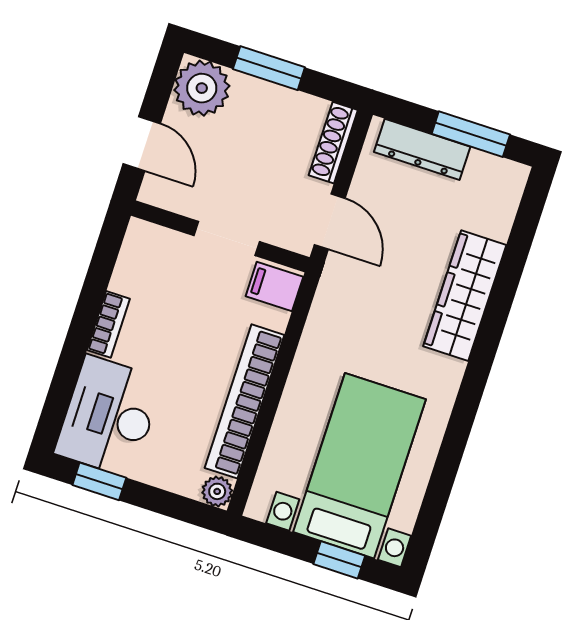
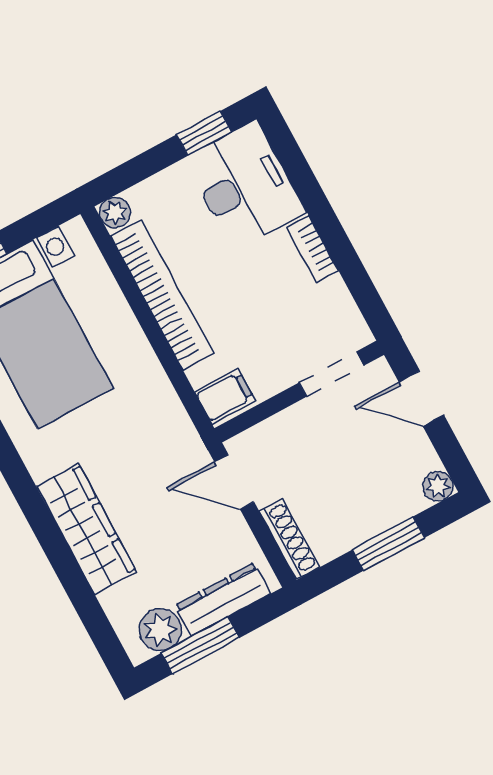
plant: (202, 88) -> (438, 486), width x0.53, depth x0.53
plant: (487, 174) -> (160, 630), added
doorway: (227, 239) -> (331, 374), moved

